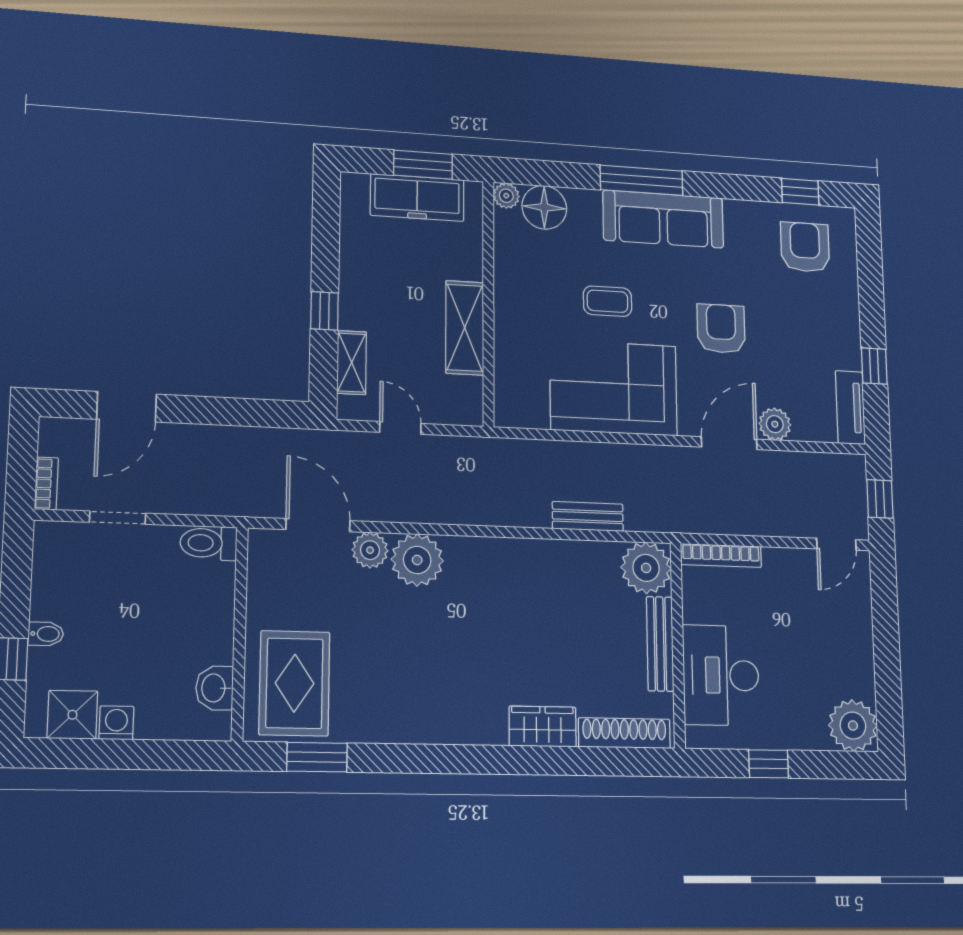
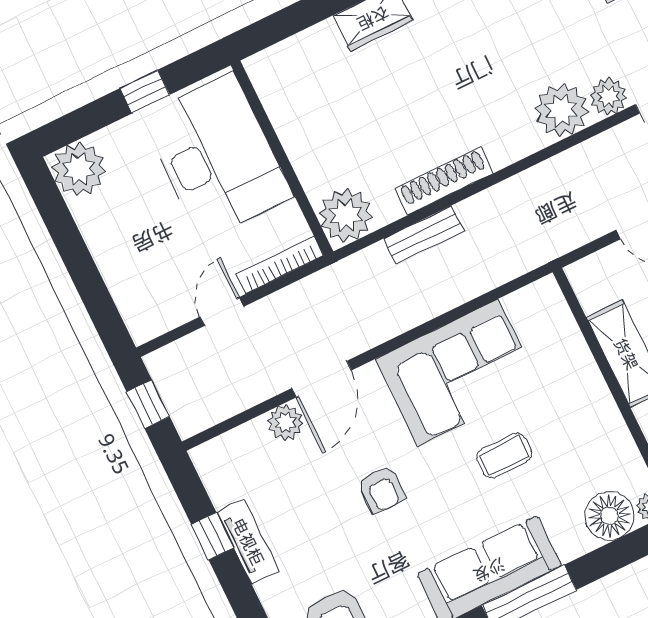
armchair: (721, 329) -> (382, 490), width x0.72, depth x0.72
tv unit: (850, 408) -> (248, 542), moved
door: (836, 544) -> (222, 312), moved
bench: (660, 644) -> (299, 151), removed
desk: (721, 675) -> (217, 156), width x1.36, depth x1.30
shoe rack: (624, 733) -> (444, 181), moved, turned 180

